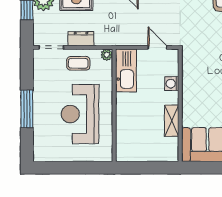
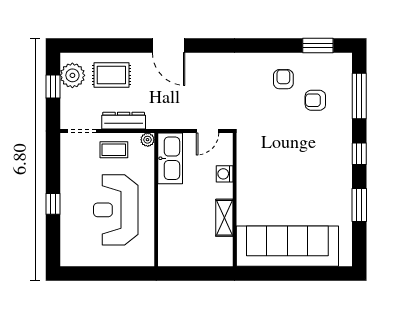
dresser: (81, 39) -> (124, 121), width x1.44
door: (157, 47) -> (208, 131), swing flipped
window: (27, 109) -> (53, 204), width x0.46

